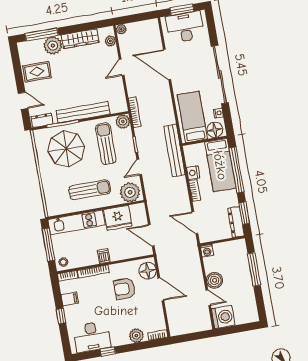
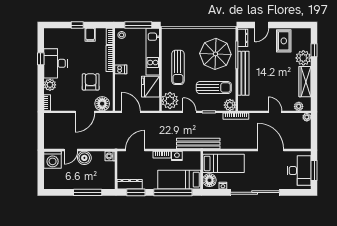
window: (42, 34) -> (314, 50), width x0.46
door: (167, 64) -> (271, 150), hinge flipped
door: (151, 235) -> (131, 112), hinge flipped
desk: (92, 337) -> (55, 63), moved

